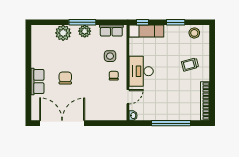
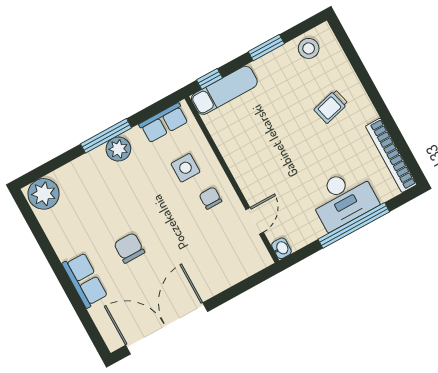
plant: (63, 33) -> (44, 194), moved
desk: (141, 71) -> (343, 198), moved, turned -90

